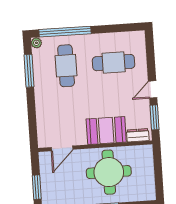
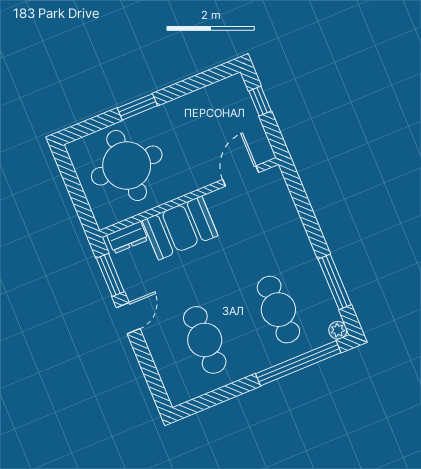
cafe table: (114, 63) -> (205, 340), turned 90
round table: (109, 172) -> (127, 166), moved
window: (37, 187) -> (260, 101), width x0.67

